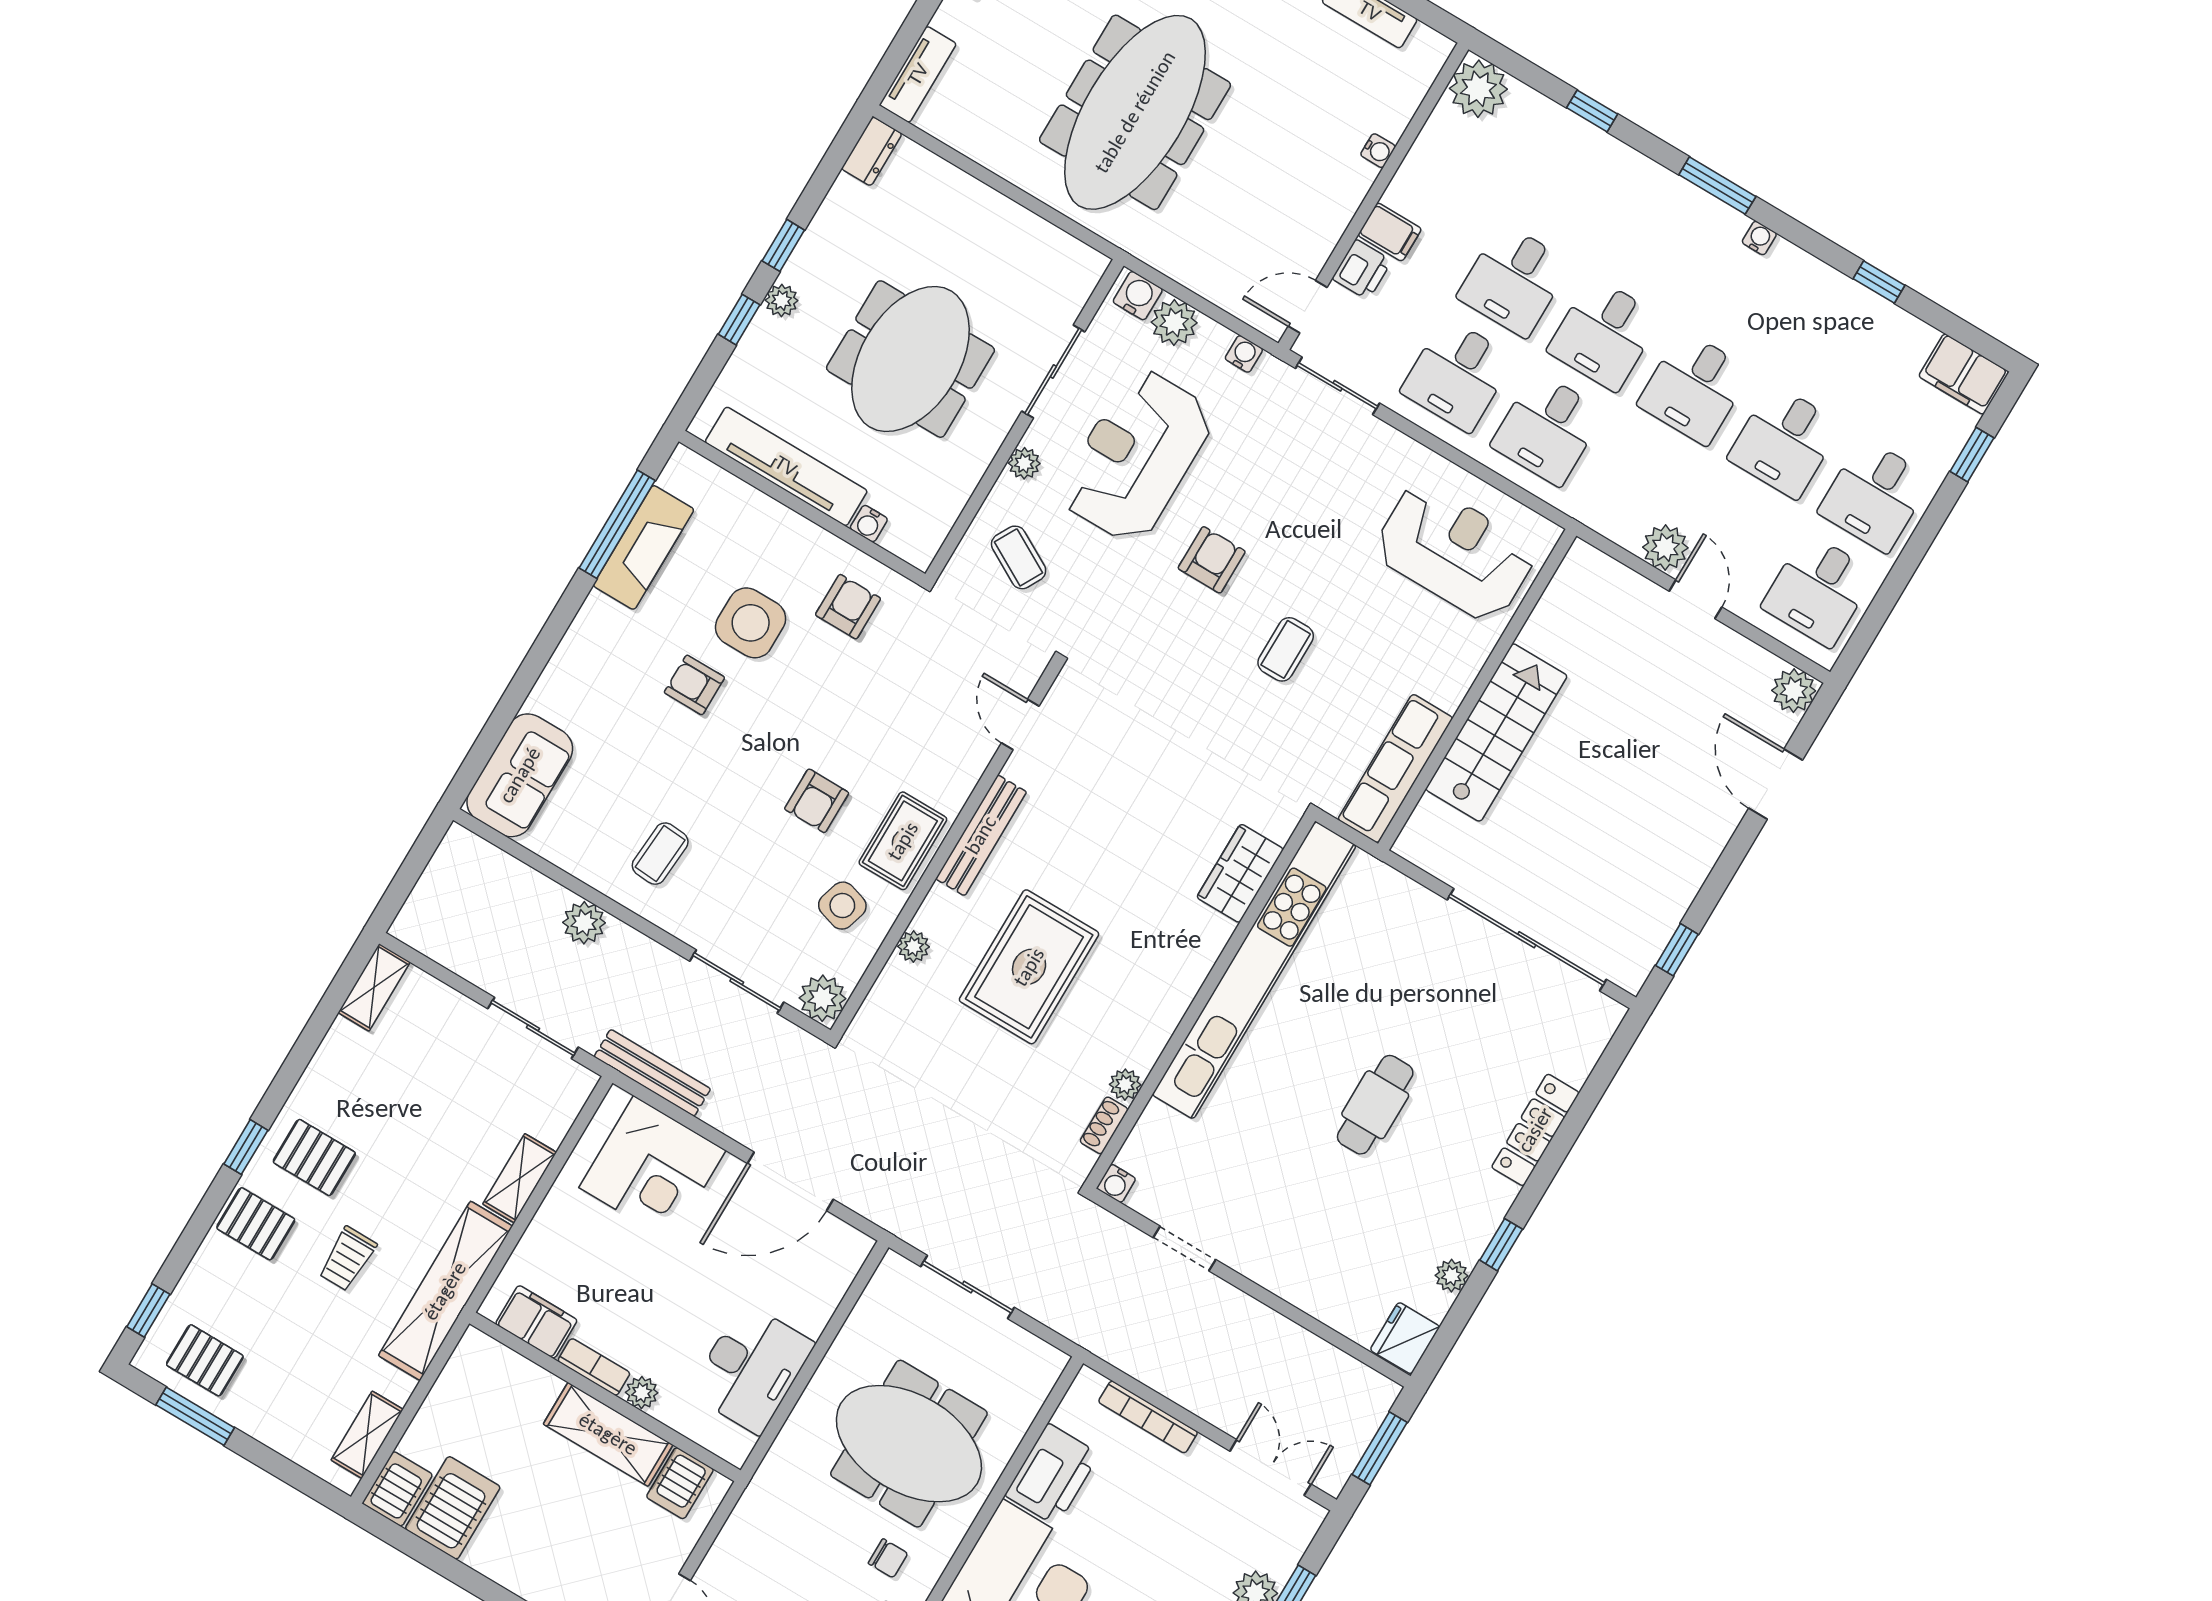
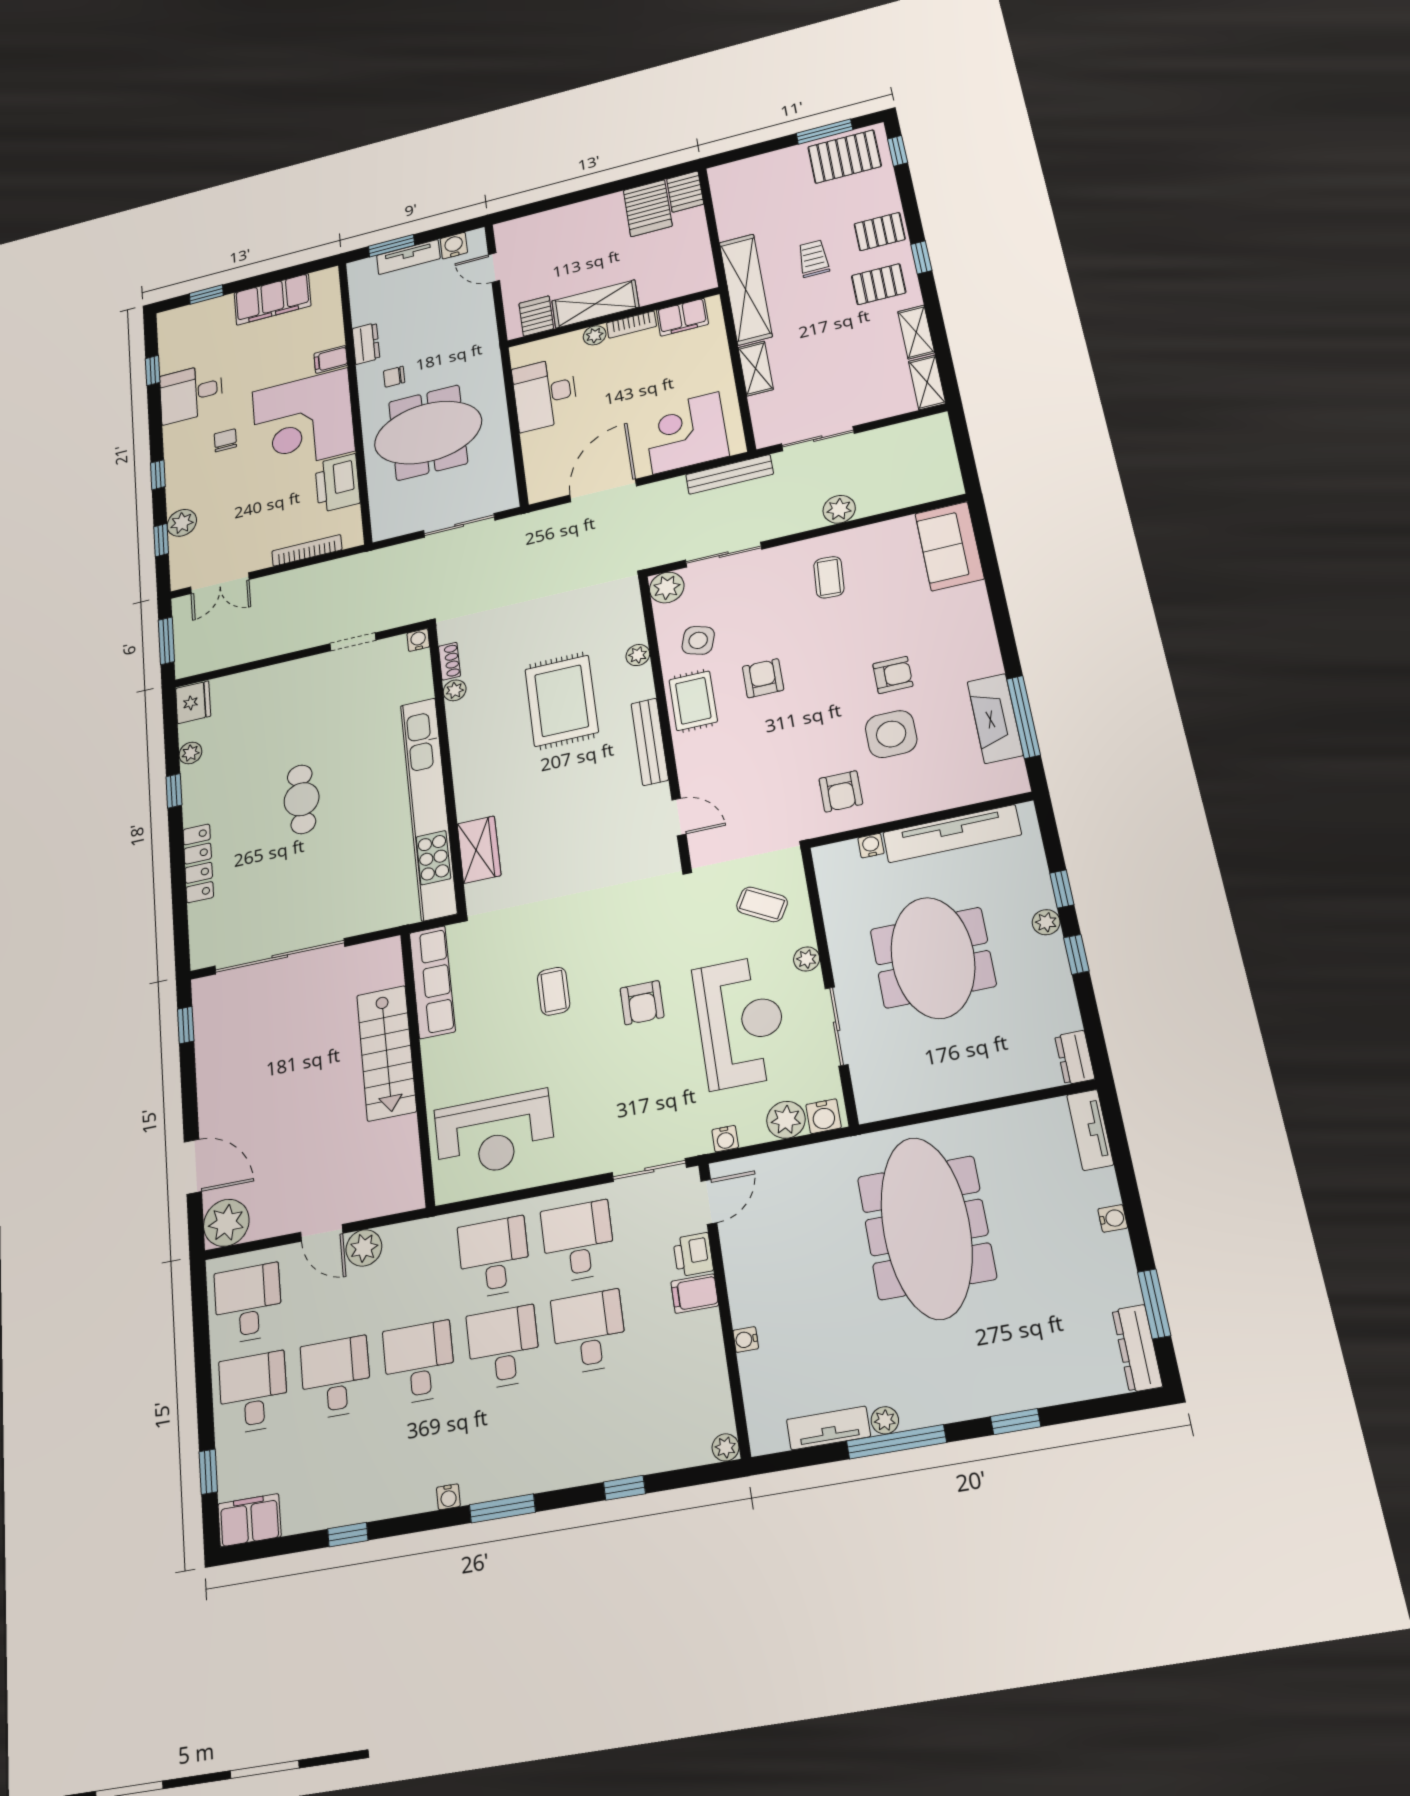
plant: (1478, 89) -> (726, 1447), width x0.53, depth x0.53
plant: (1794, 691) -> (226, 1223), width x1.36, depth x1.36
pallet: (205, 1360) -> (844, 157), width x1.50, depth x1.42
shelving: (367, 1435) -> (916, 332), moved

